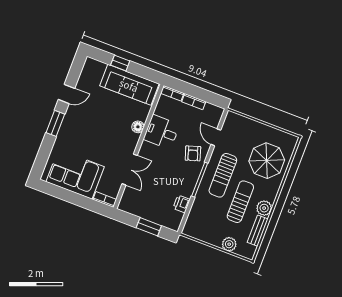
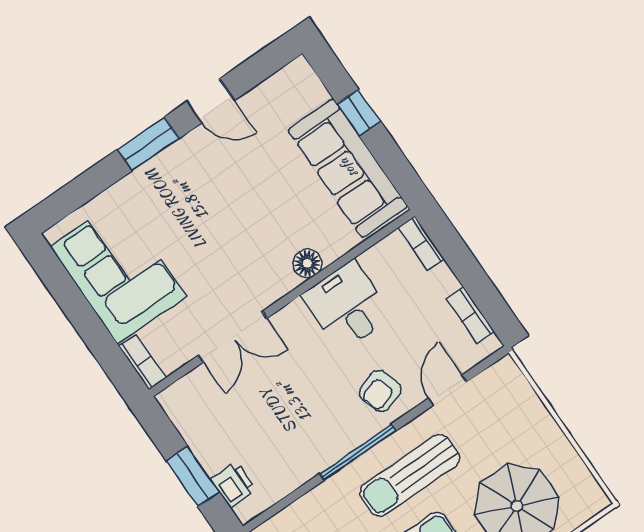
bookcase: (194, 102) -> (470, 315), moved
printer: (182, 204) -> (233, 484), moved, turned 90

